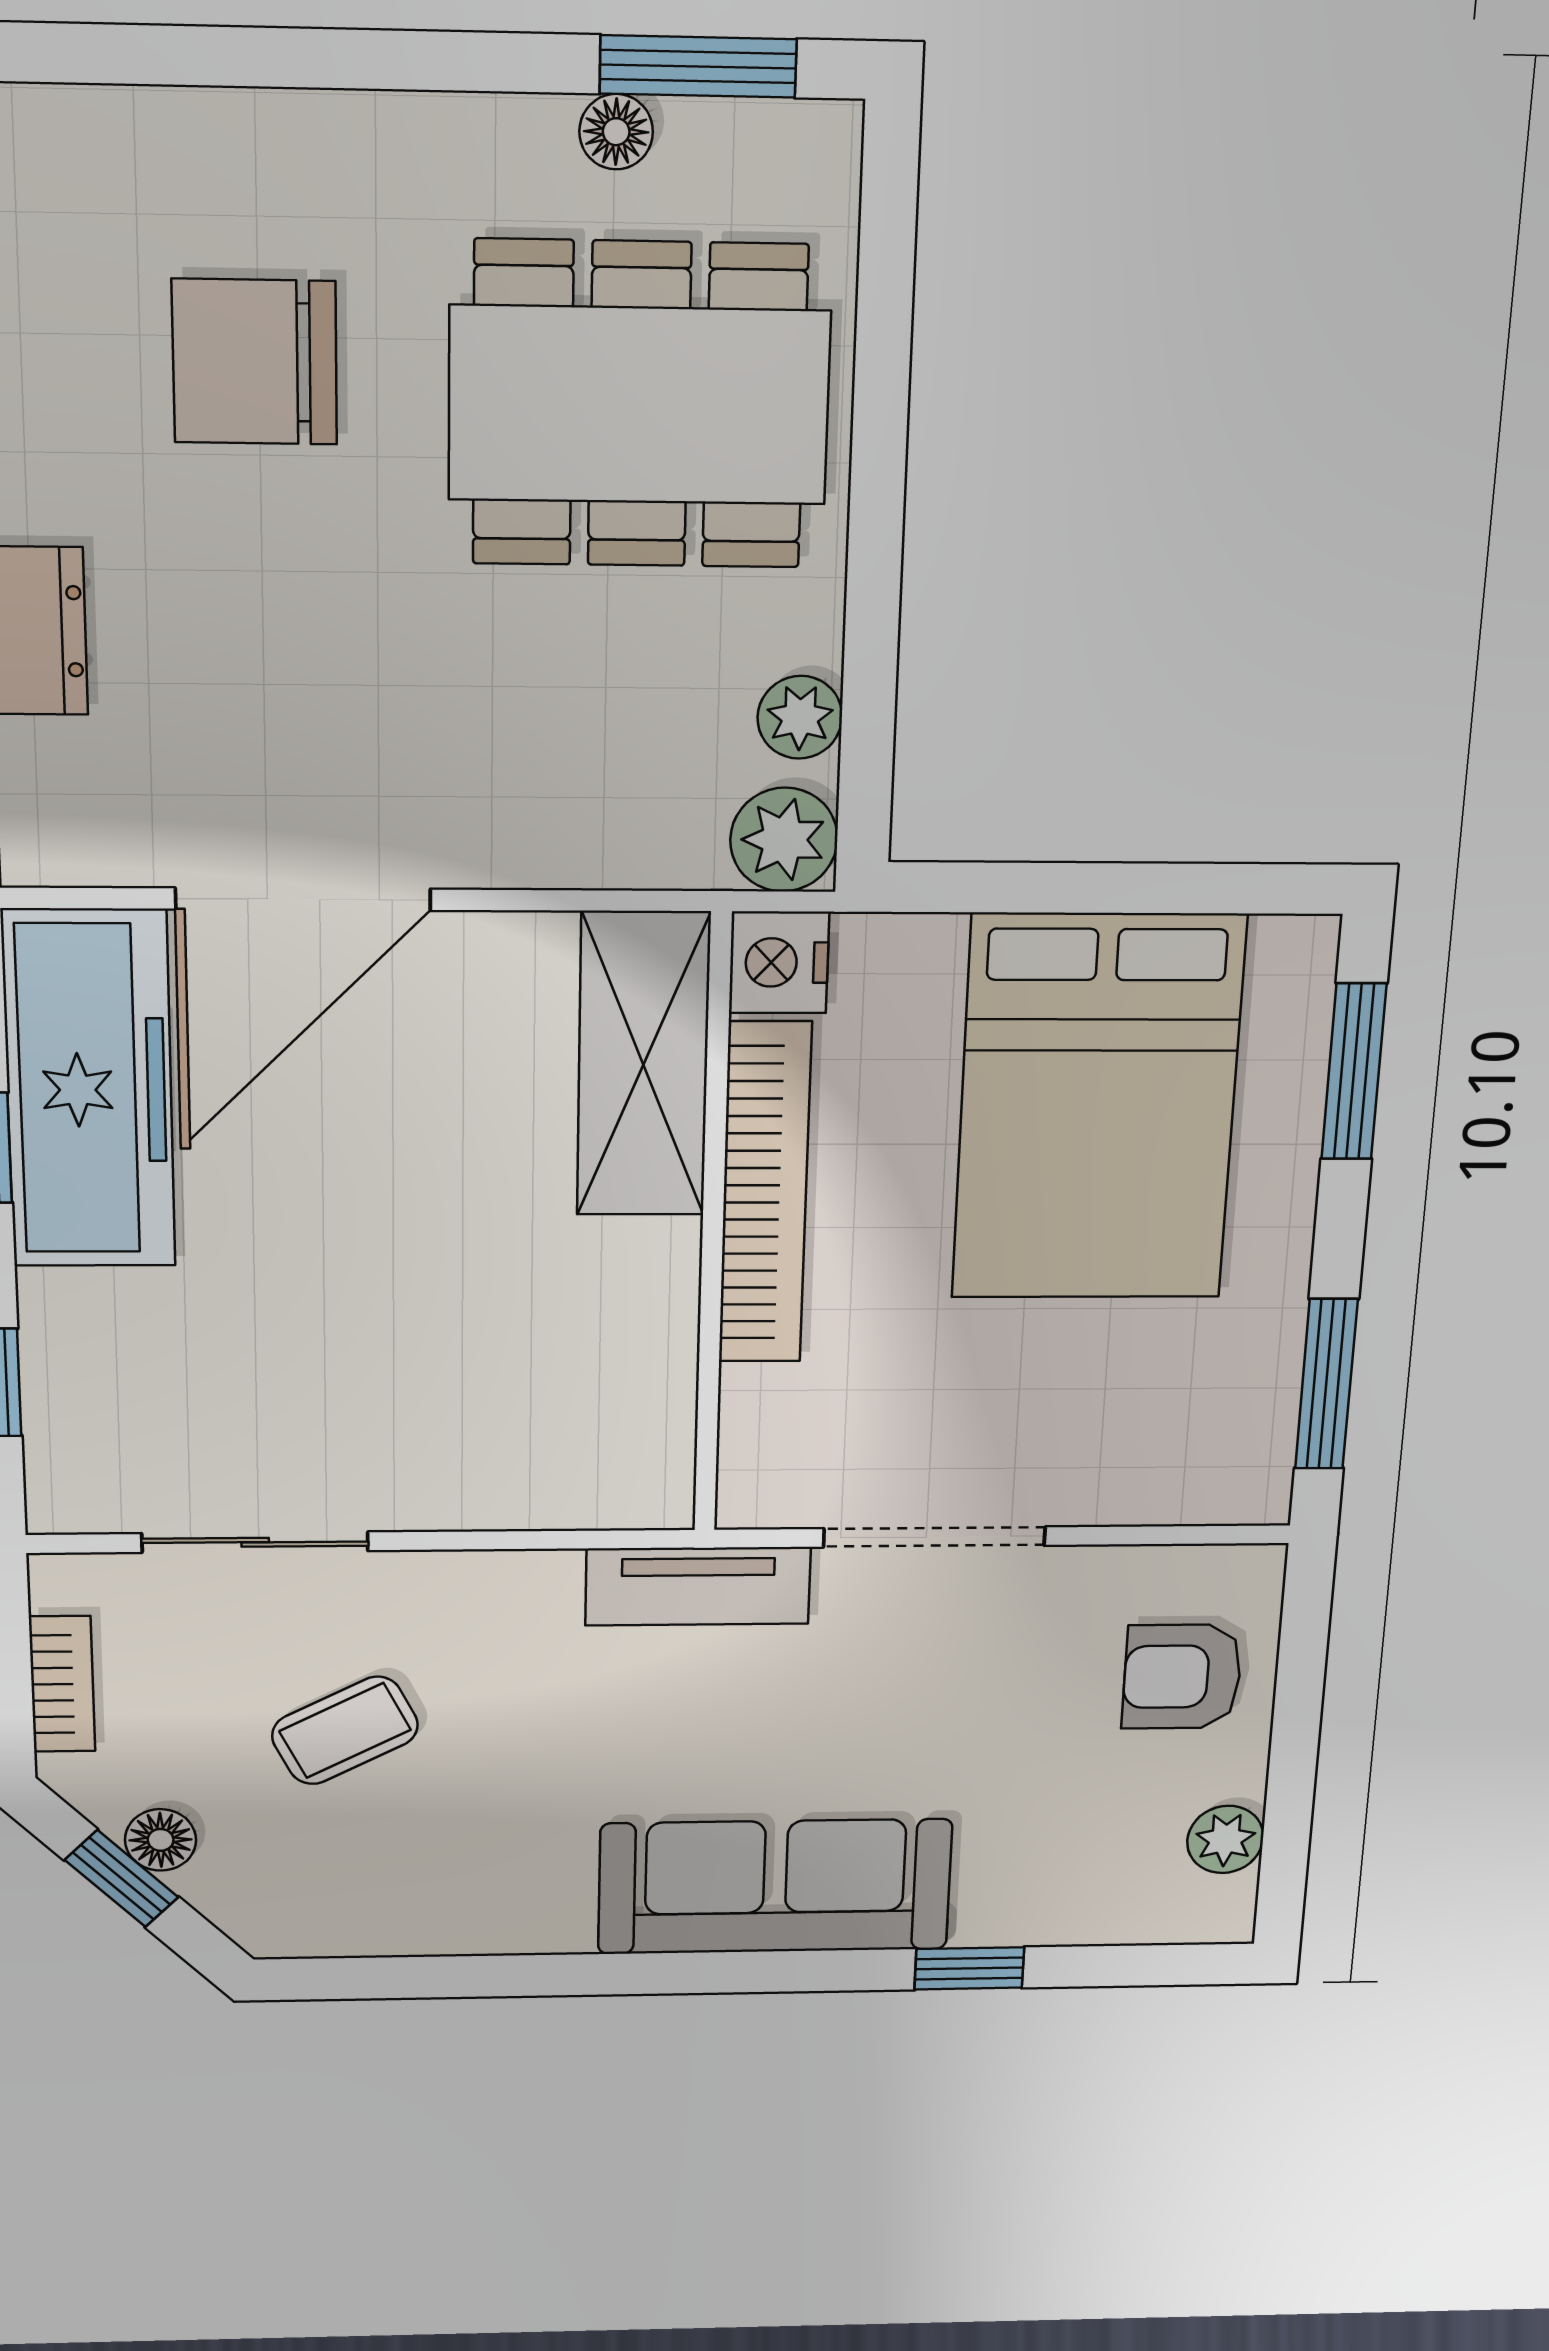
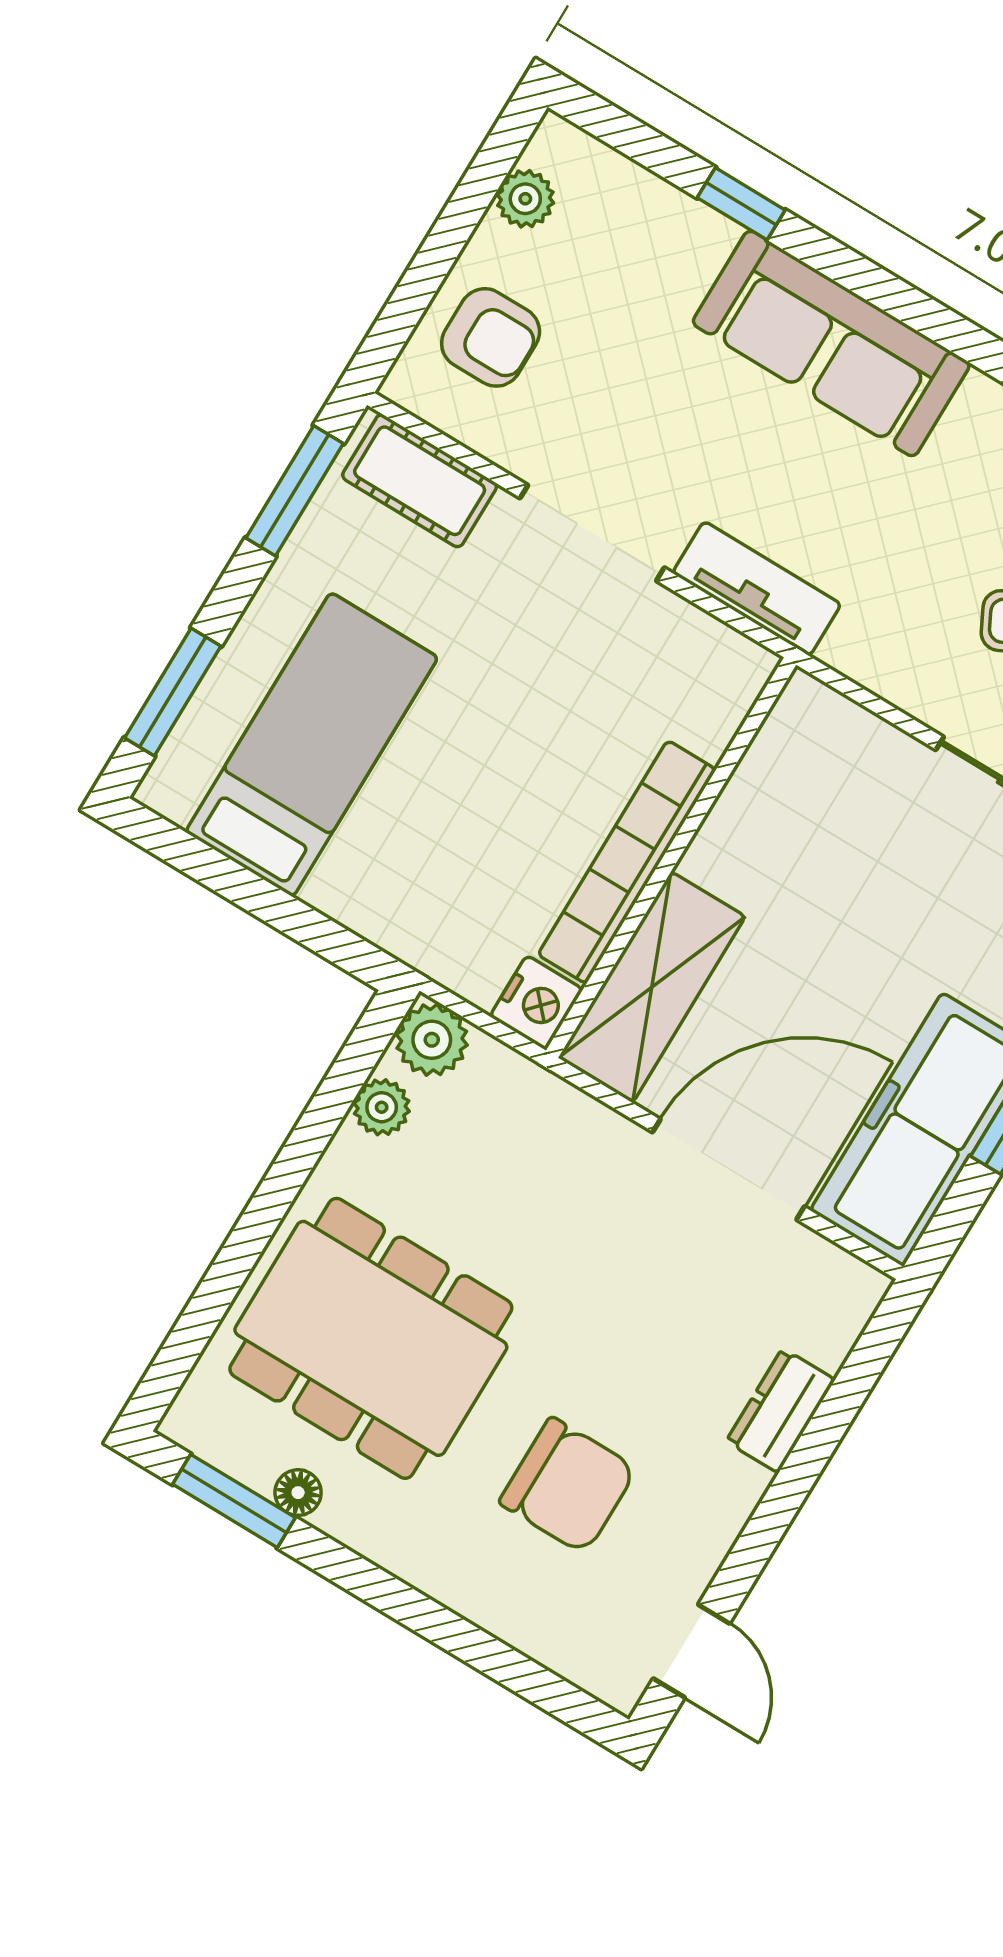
nightstand: (779, 962) -> (536, 1003), moved
shelving: (643, 1065) -> (652, 987), moved
bed: (1098, 1108) -> (312, 745), width x0.67
bookcase: (765, 1194) -> (627, 862), moved
wall: (713, 1230) -> (671, 858), moved
cot: (1179, 1479) -> (420, 481), added

